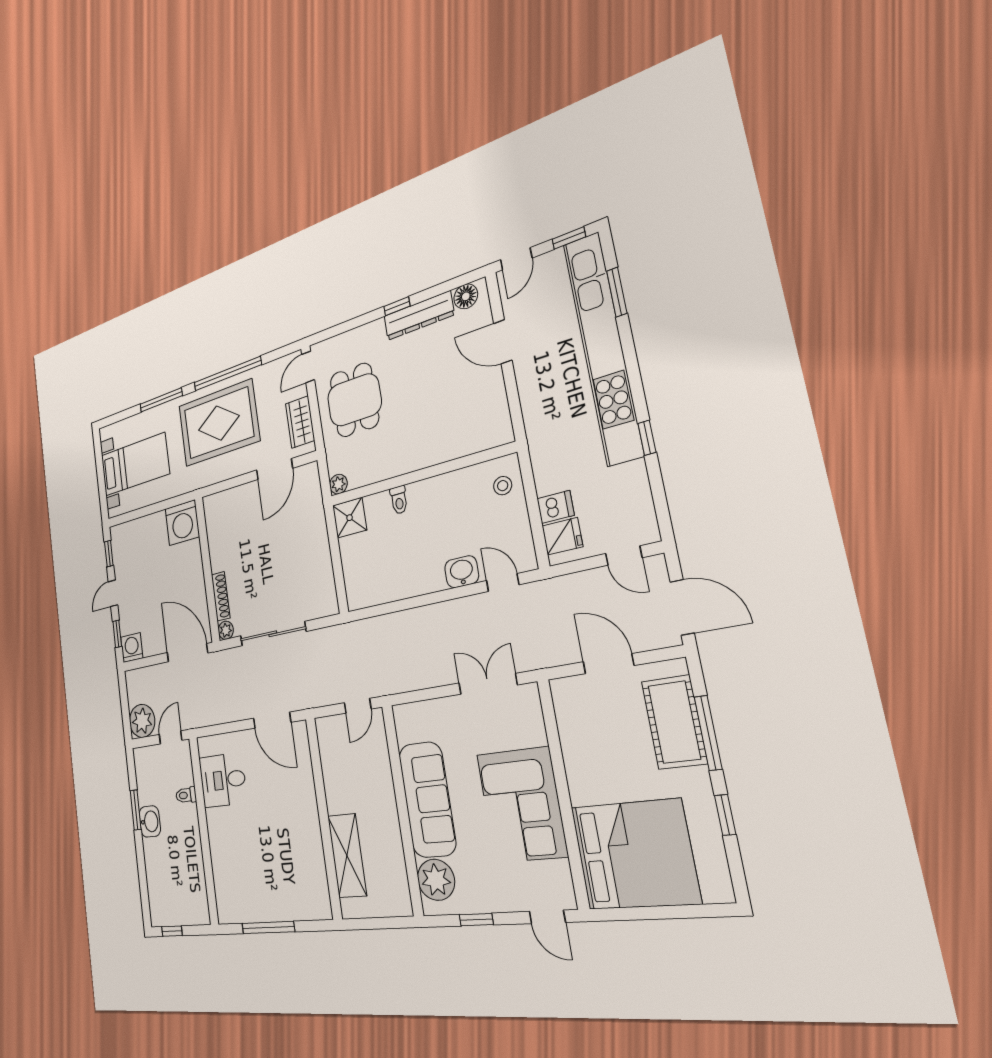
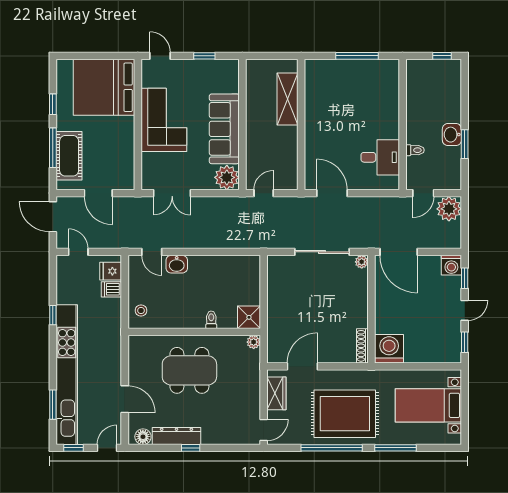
dining table: (354, 400) -> (189, 370), moved, width x1.37
shoe rack: (221, 596) -> (362, 346), moved
plant: (436, 880) -> (227, 177), moved

